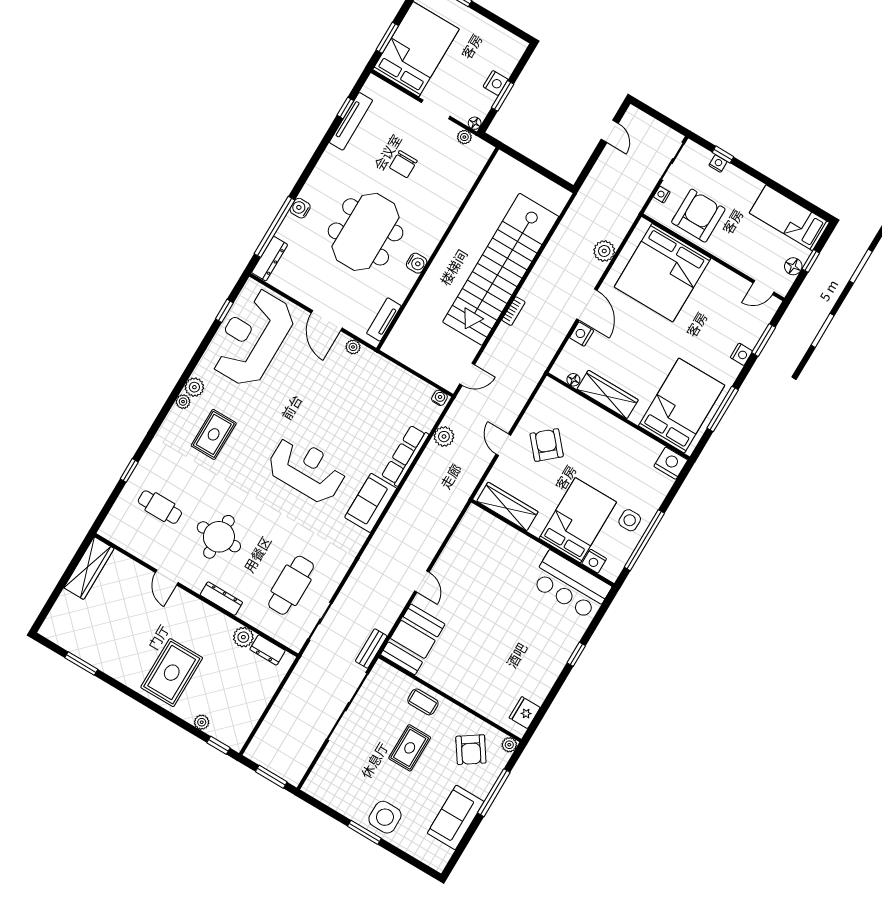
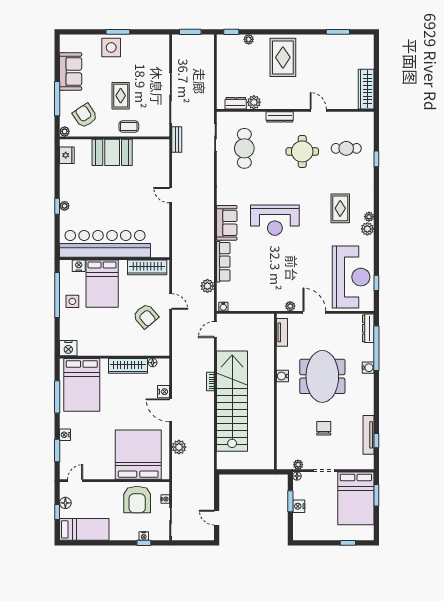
bar counter: (571, 585) -> (105, 244), width x1.86
booth: (413, 639) -> (112, 152), moved, turned 90
plant: (567, 649) -> (64, 206), added

